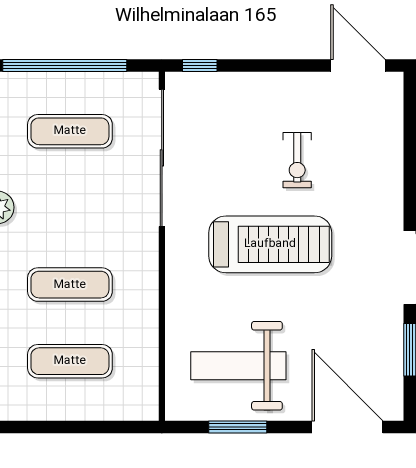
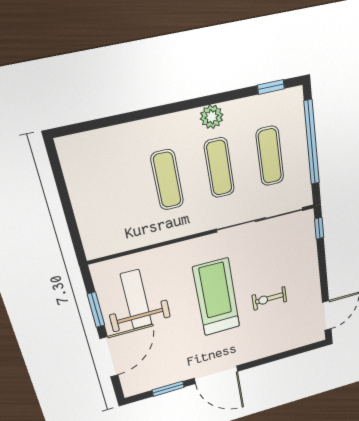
treadmill: (270, 244) -> (217, 297), turned 180
exercise mat: (70, 361) -> (219, 168), moved
door: (347, 427) -> (109, 357), moved

